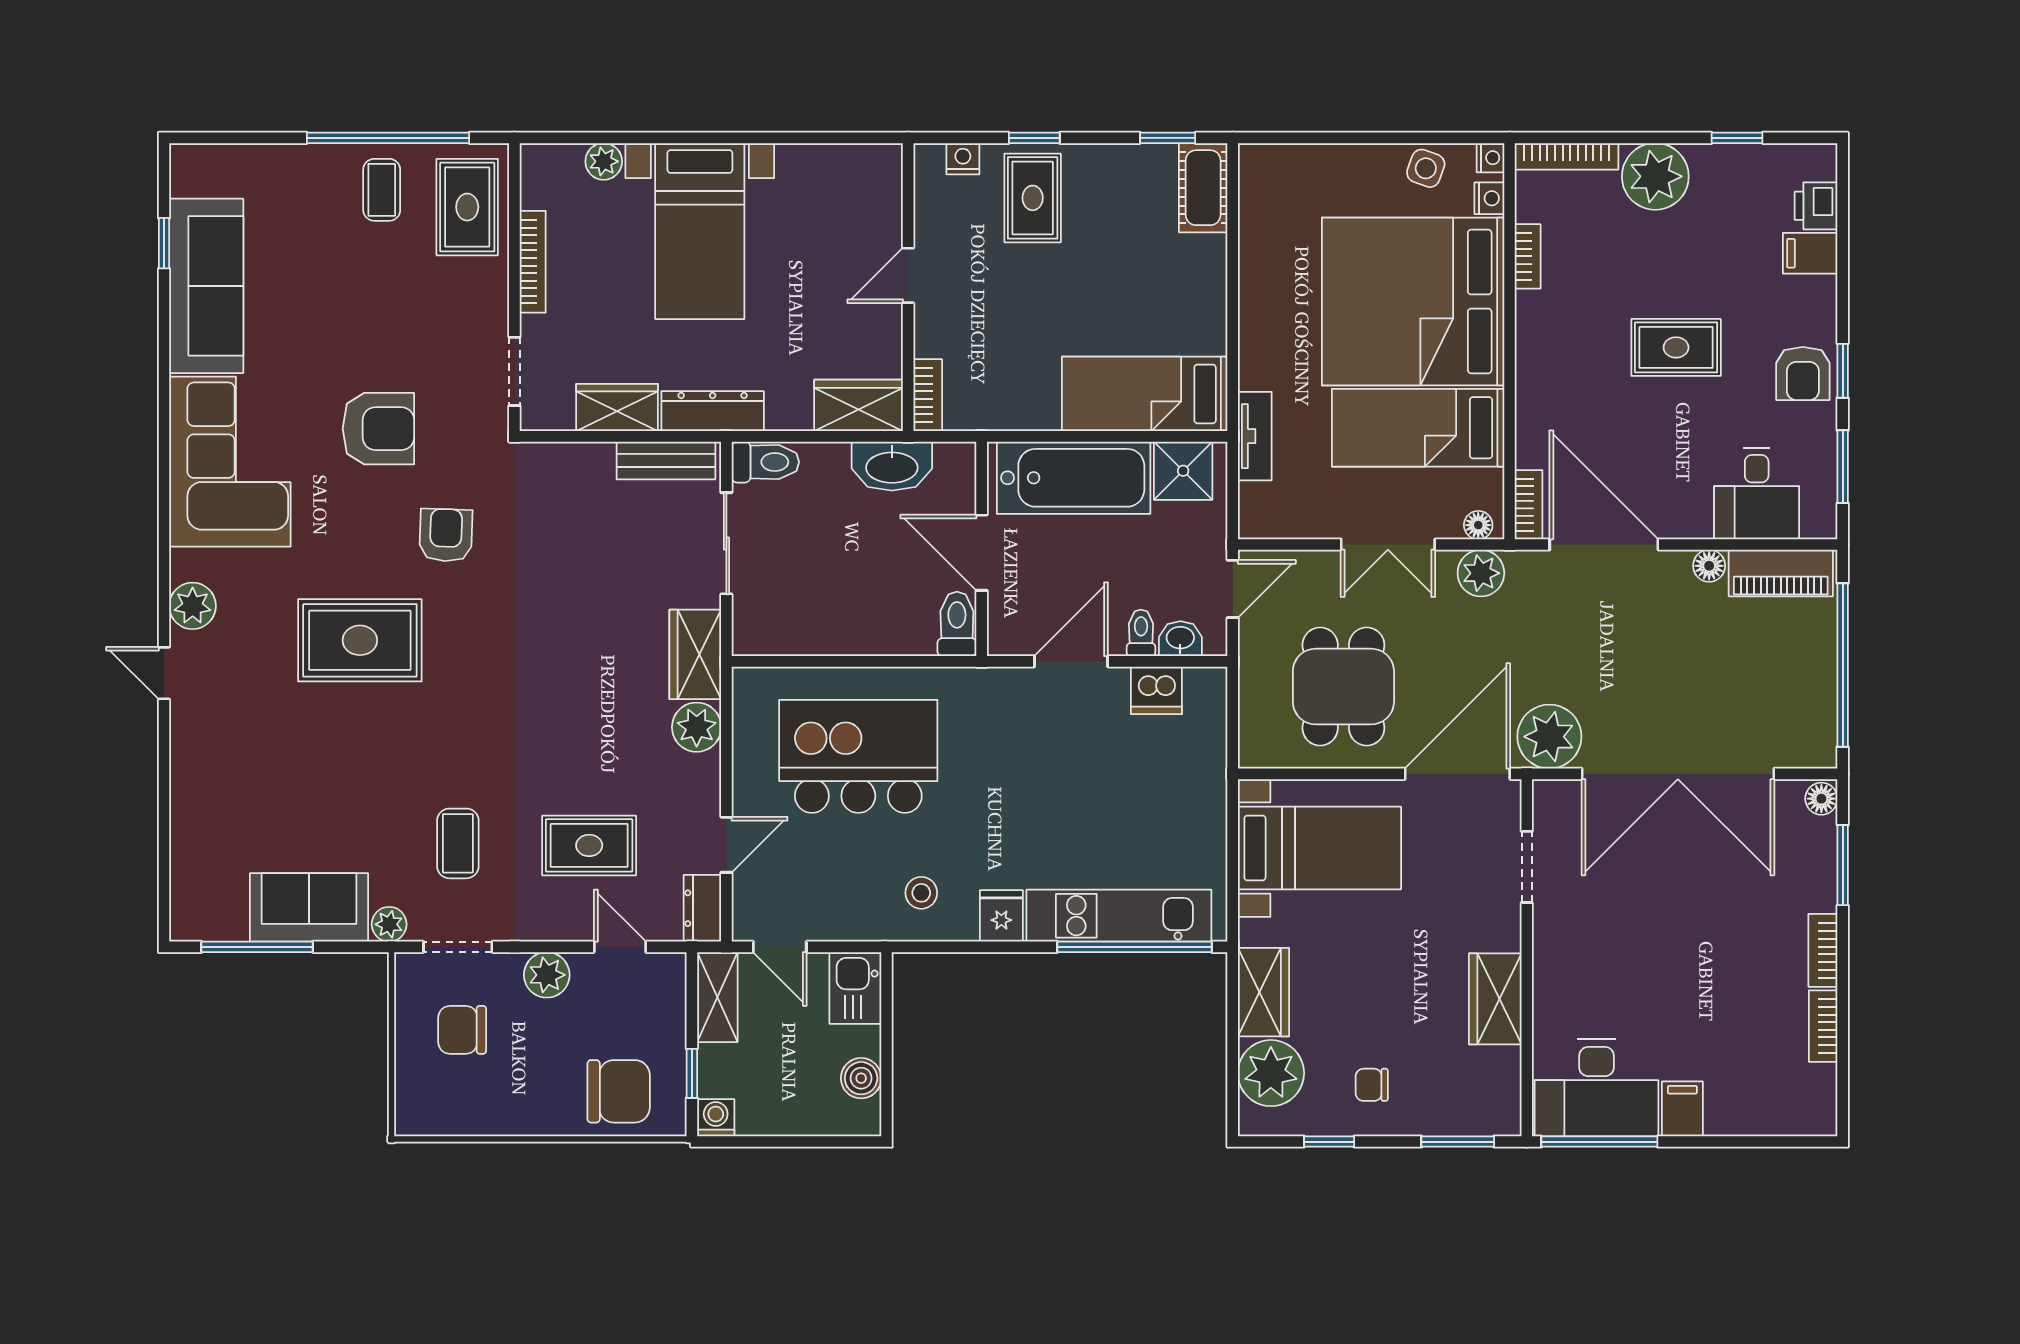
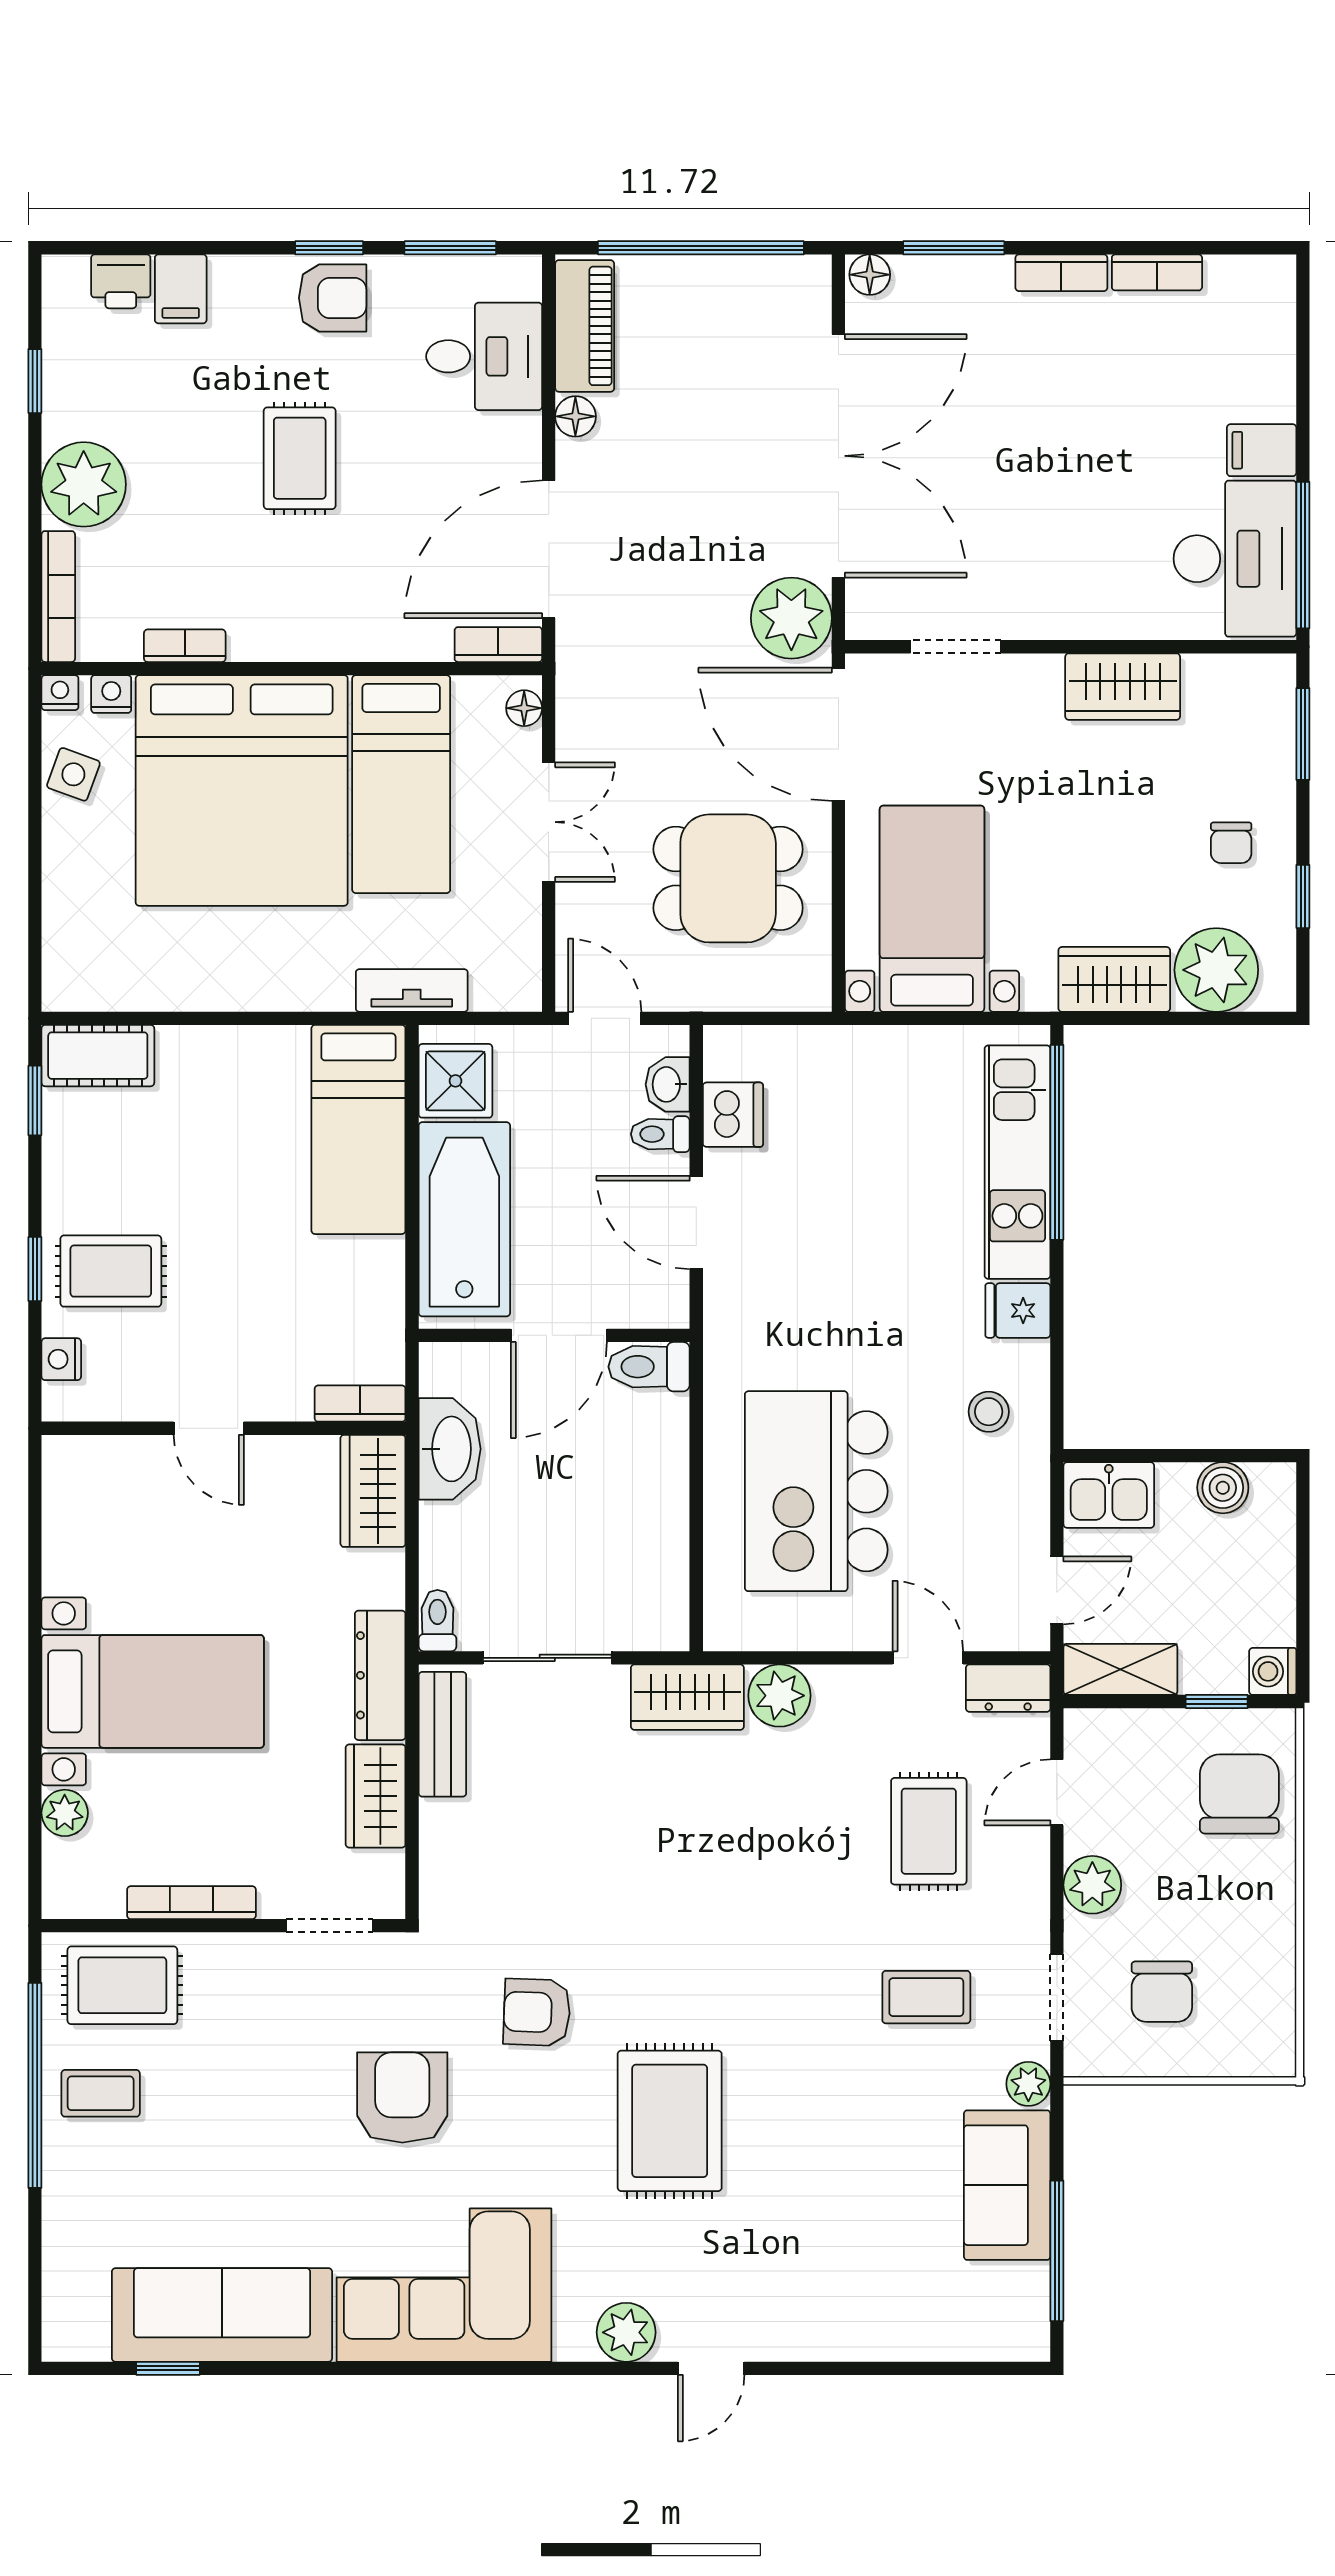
toilet: (765, 462) -> (437, 1621), width x0.73, depth x0.72
plant: (1481, 573) -> (585, 705), removed

